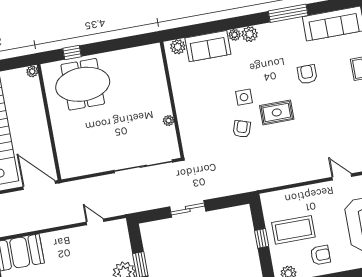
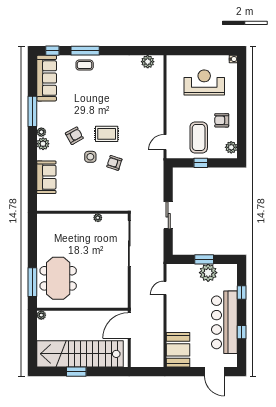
plant: (235, 35) -> (41, 132), moved
plant: (178, 47) -> (43, 200), removed
window: (72, 53) -> (32, 282), width x2.17
armchair: (307, 74) -> (74, 136), moved, turned 151
rug: (277, 112) -> (107, 134), turned 90
door: (342, 177) -> (165, 142), moved
armchair: (320, 255) -> (222, 120), turned -90

